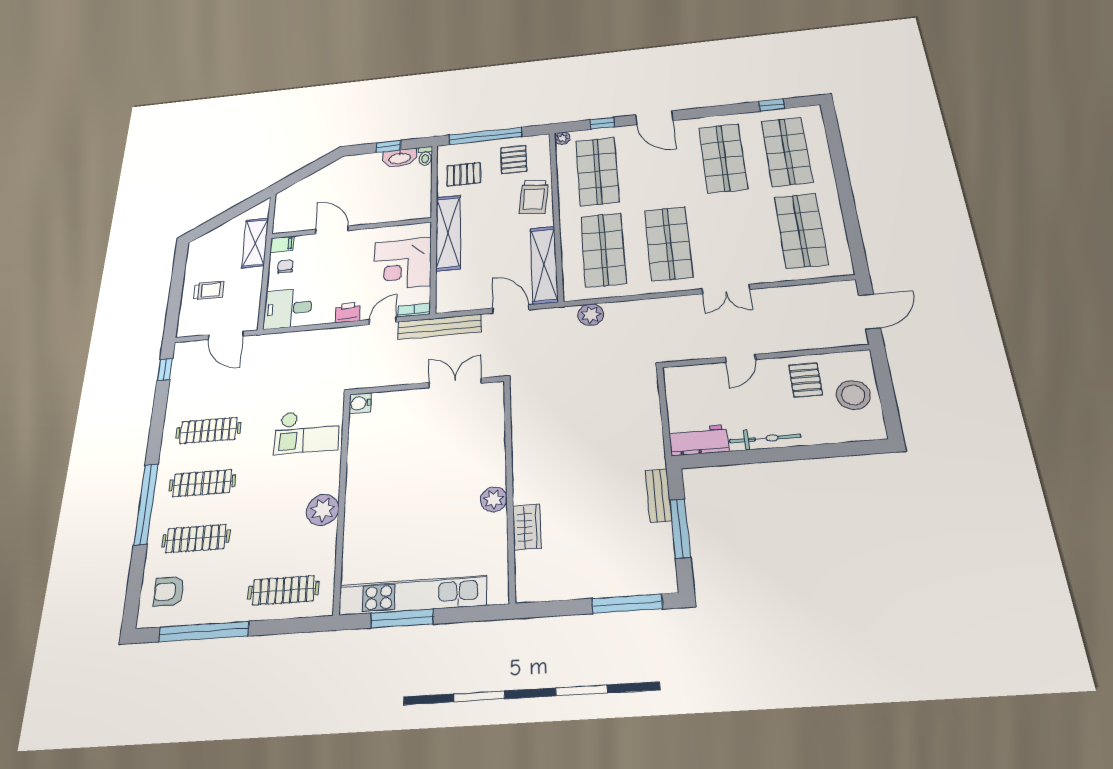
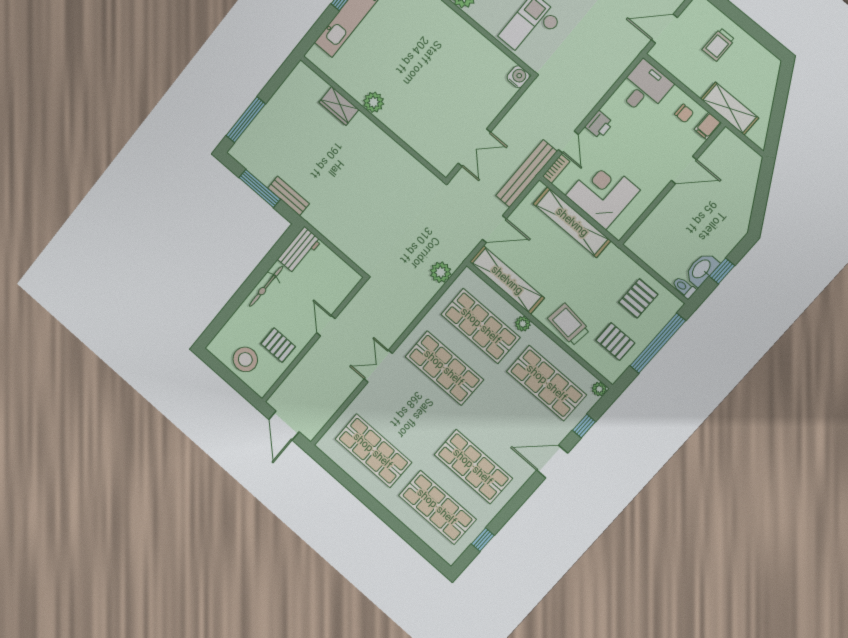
plant: (568, 225) -> (523, 324), added
shelving: (448, 233) -> (572, 222), moved

